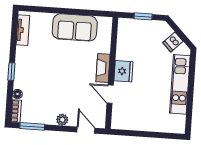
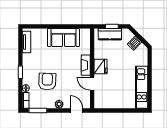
kitchen counter: (140, 27) -> (110, 34), added
kitchen unit: (180, 84) -> (142, 87), moved
armchair: (48, 87) -> (47, 82), added

